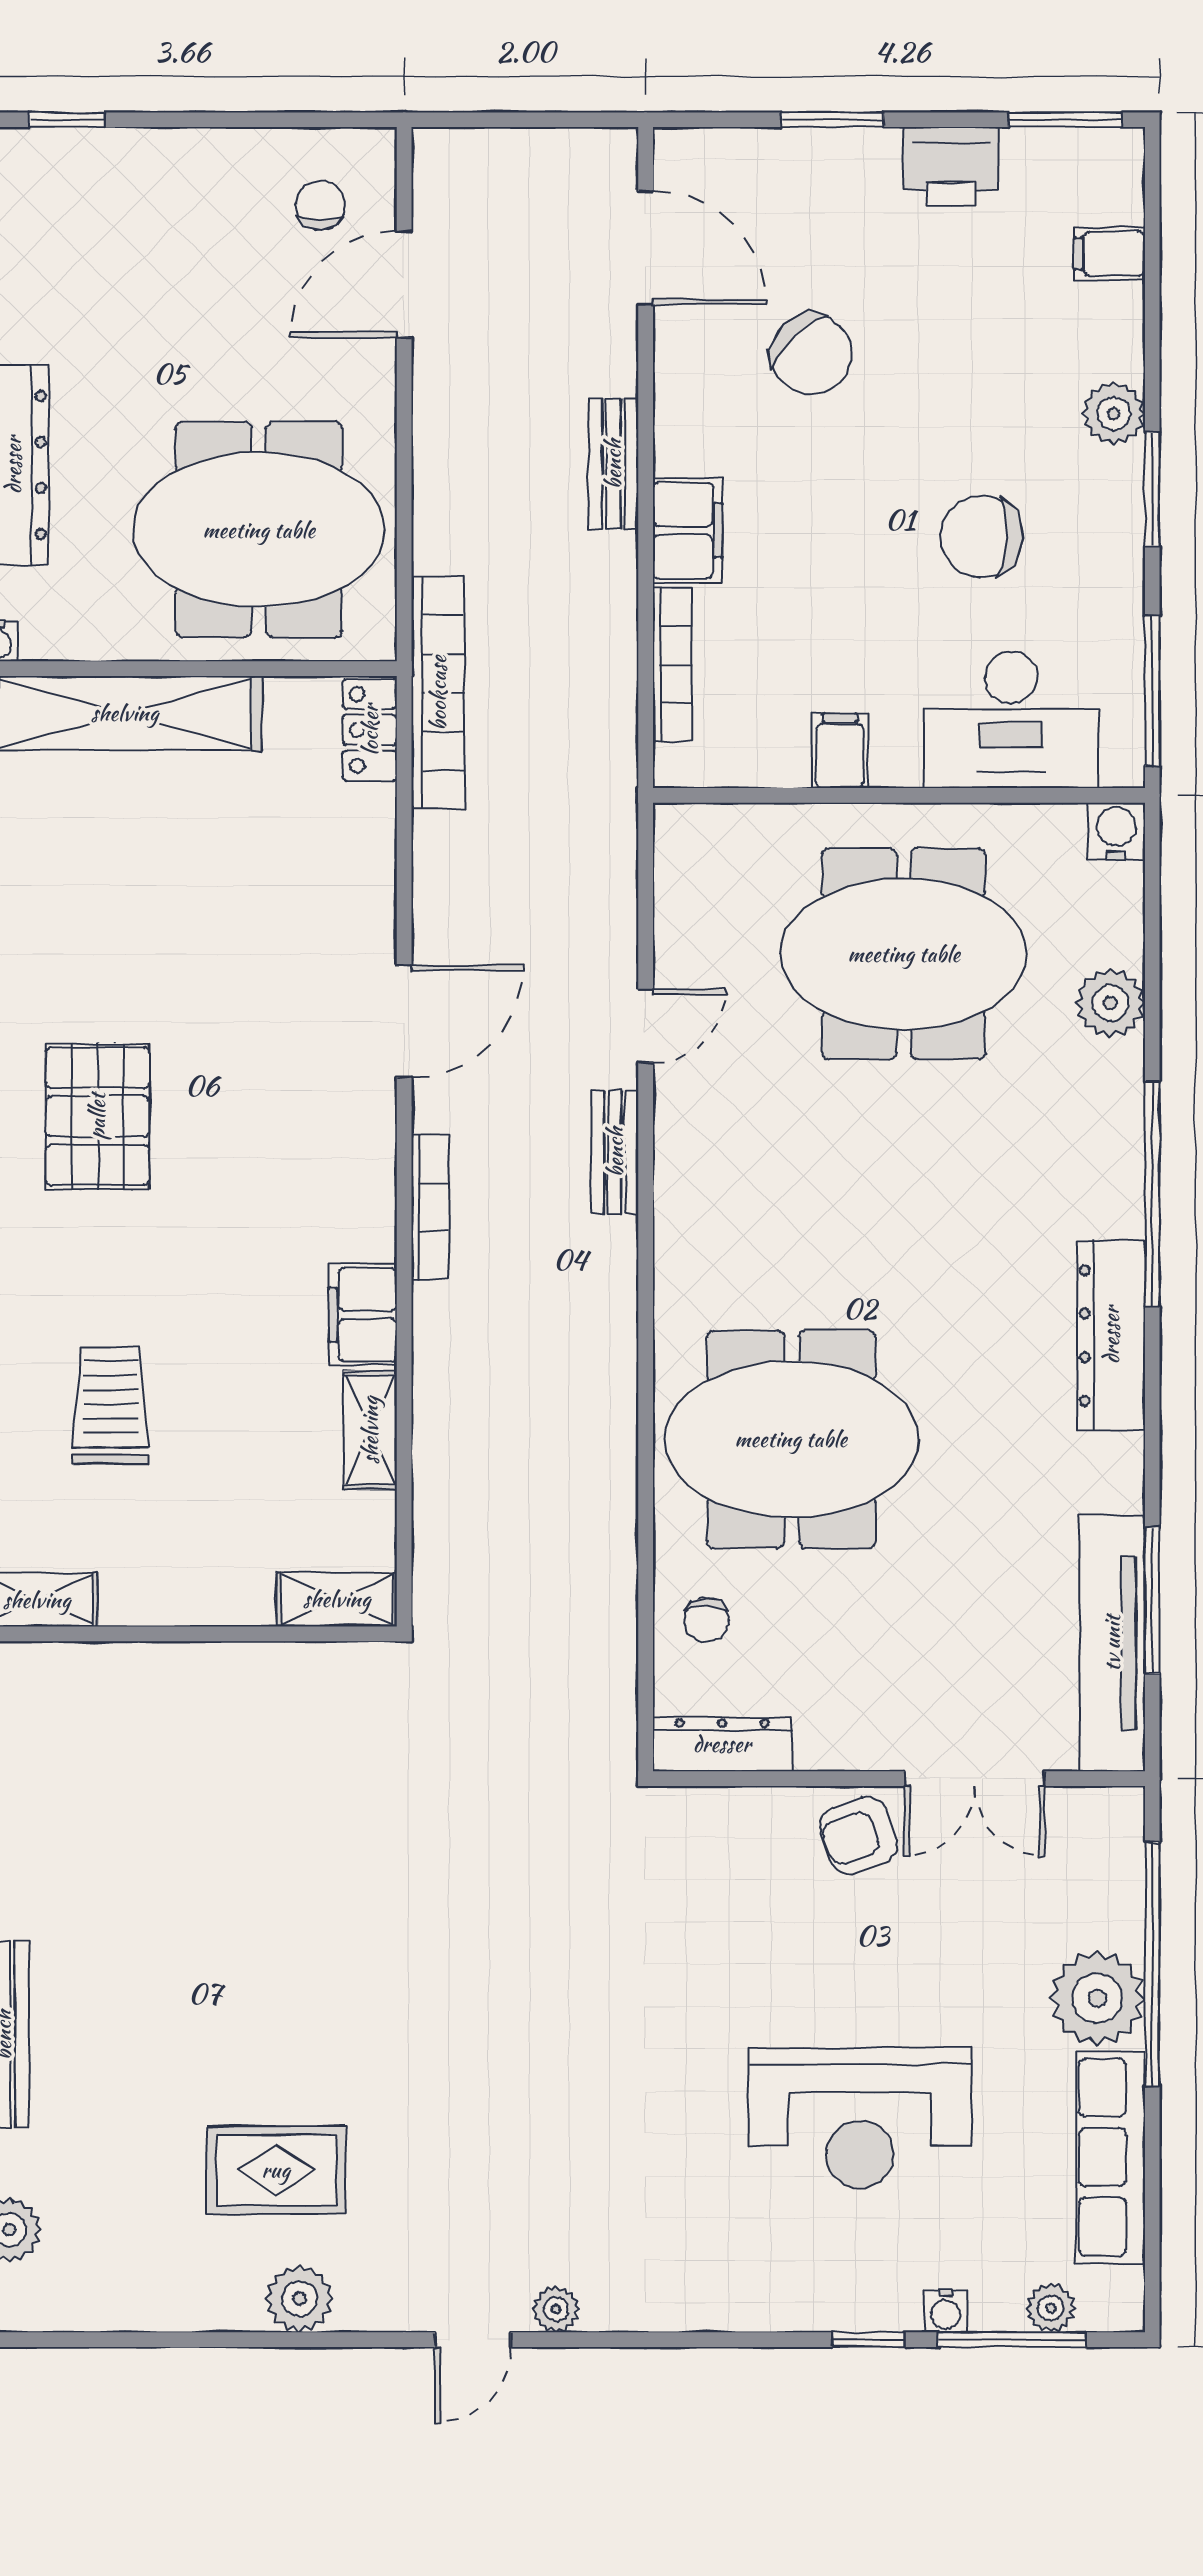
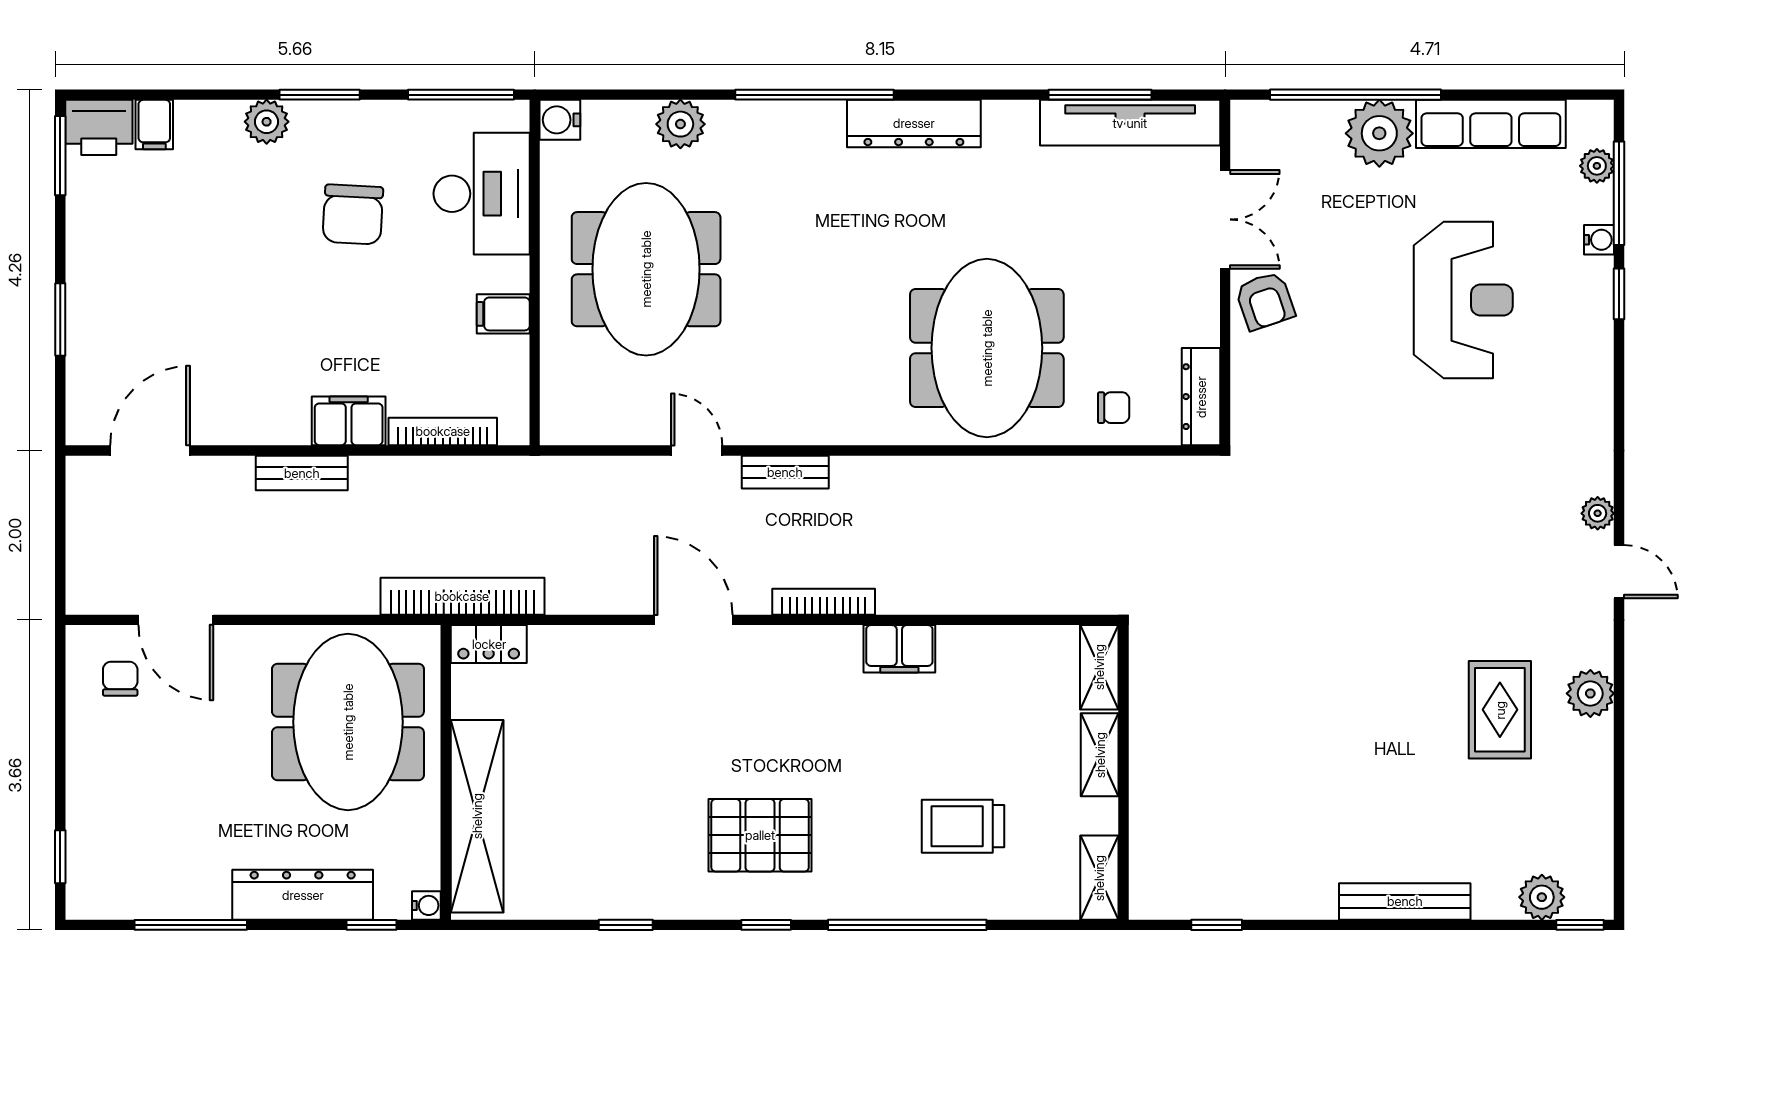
printer: (951, 166) -> (99, 127), moved, turned 90
chair: (320, 205) -> (120, 679), turned 90
chair: (811, 354) -> (225, 334), removed
shelving: (370, 1430) -> (1100, 755), moved, turned 90

